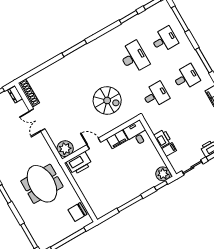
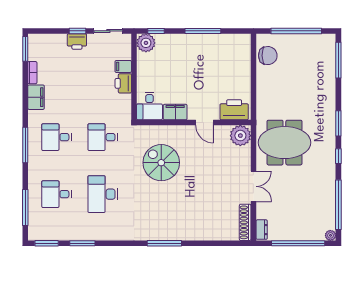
meeting table: (42, 184) -> (284, 143), moved, turned 90

